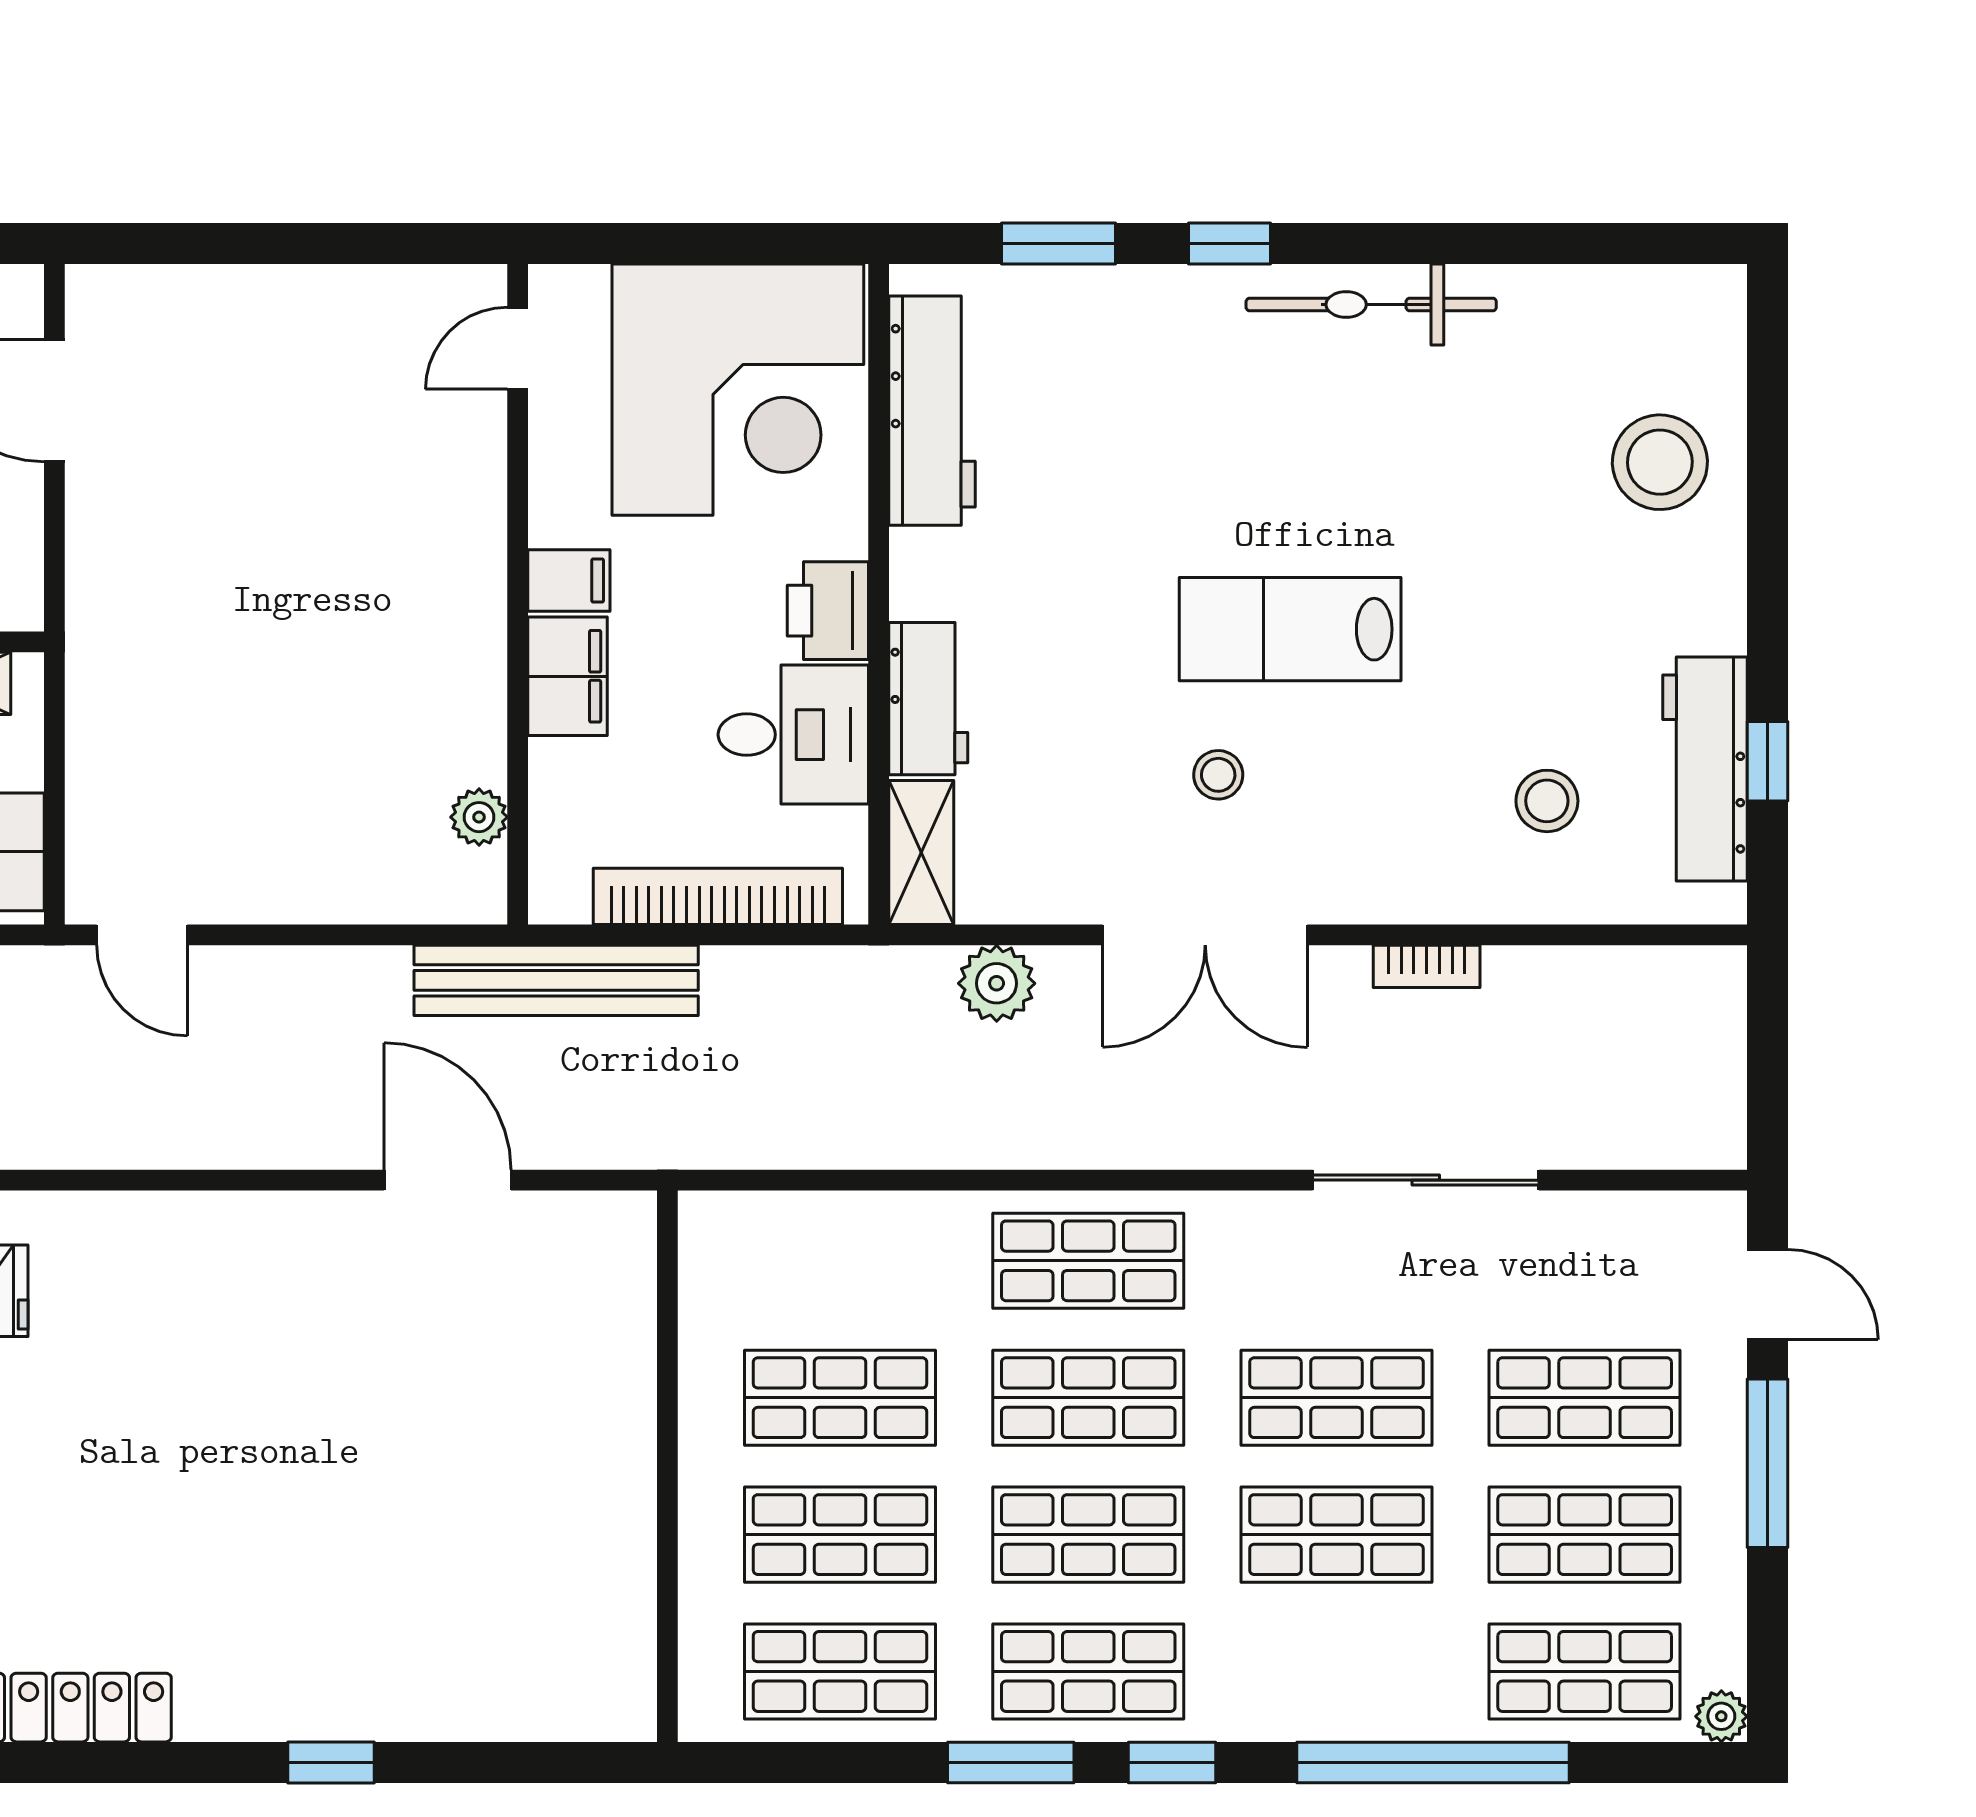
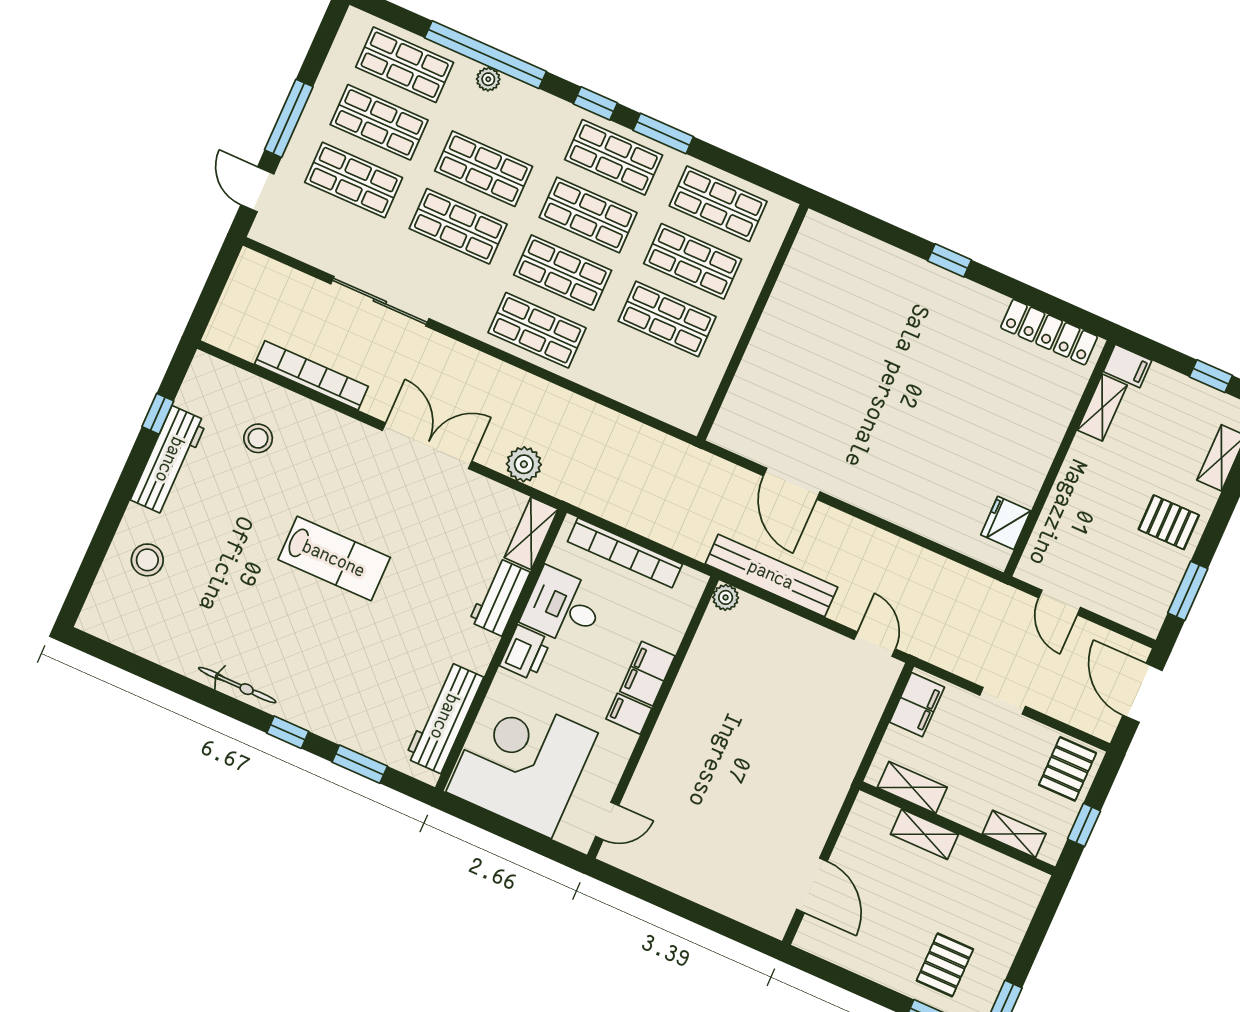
bicycle: (1371, 305) -> (237, 685), width x0.73, depth x0.71
stool: (1660, 462) -> (147, 560), width x0.73, depth x0.73
workbench: (1705, 769) -> (169, 460), moved
stool: (1218, 775) -> (392, 511), removed
plant: (479, 817) -> (726, 597), moved
bookcase: (1427, 966) -> (311, 375), width x2.31, depth x1.31
bench: (556, 980) -> (771, 575), moved
plant: (1721, 1716) -> (488, 79), moved

